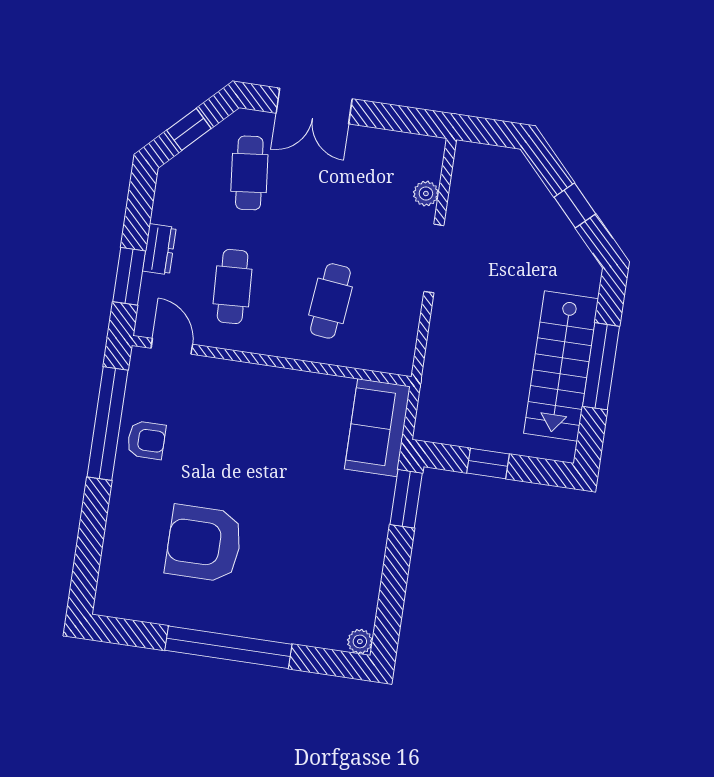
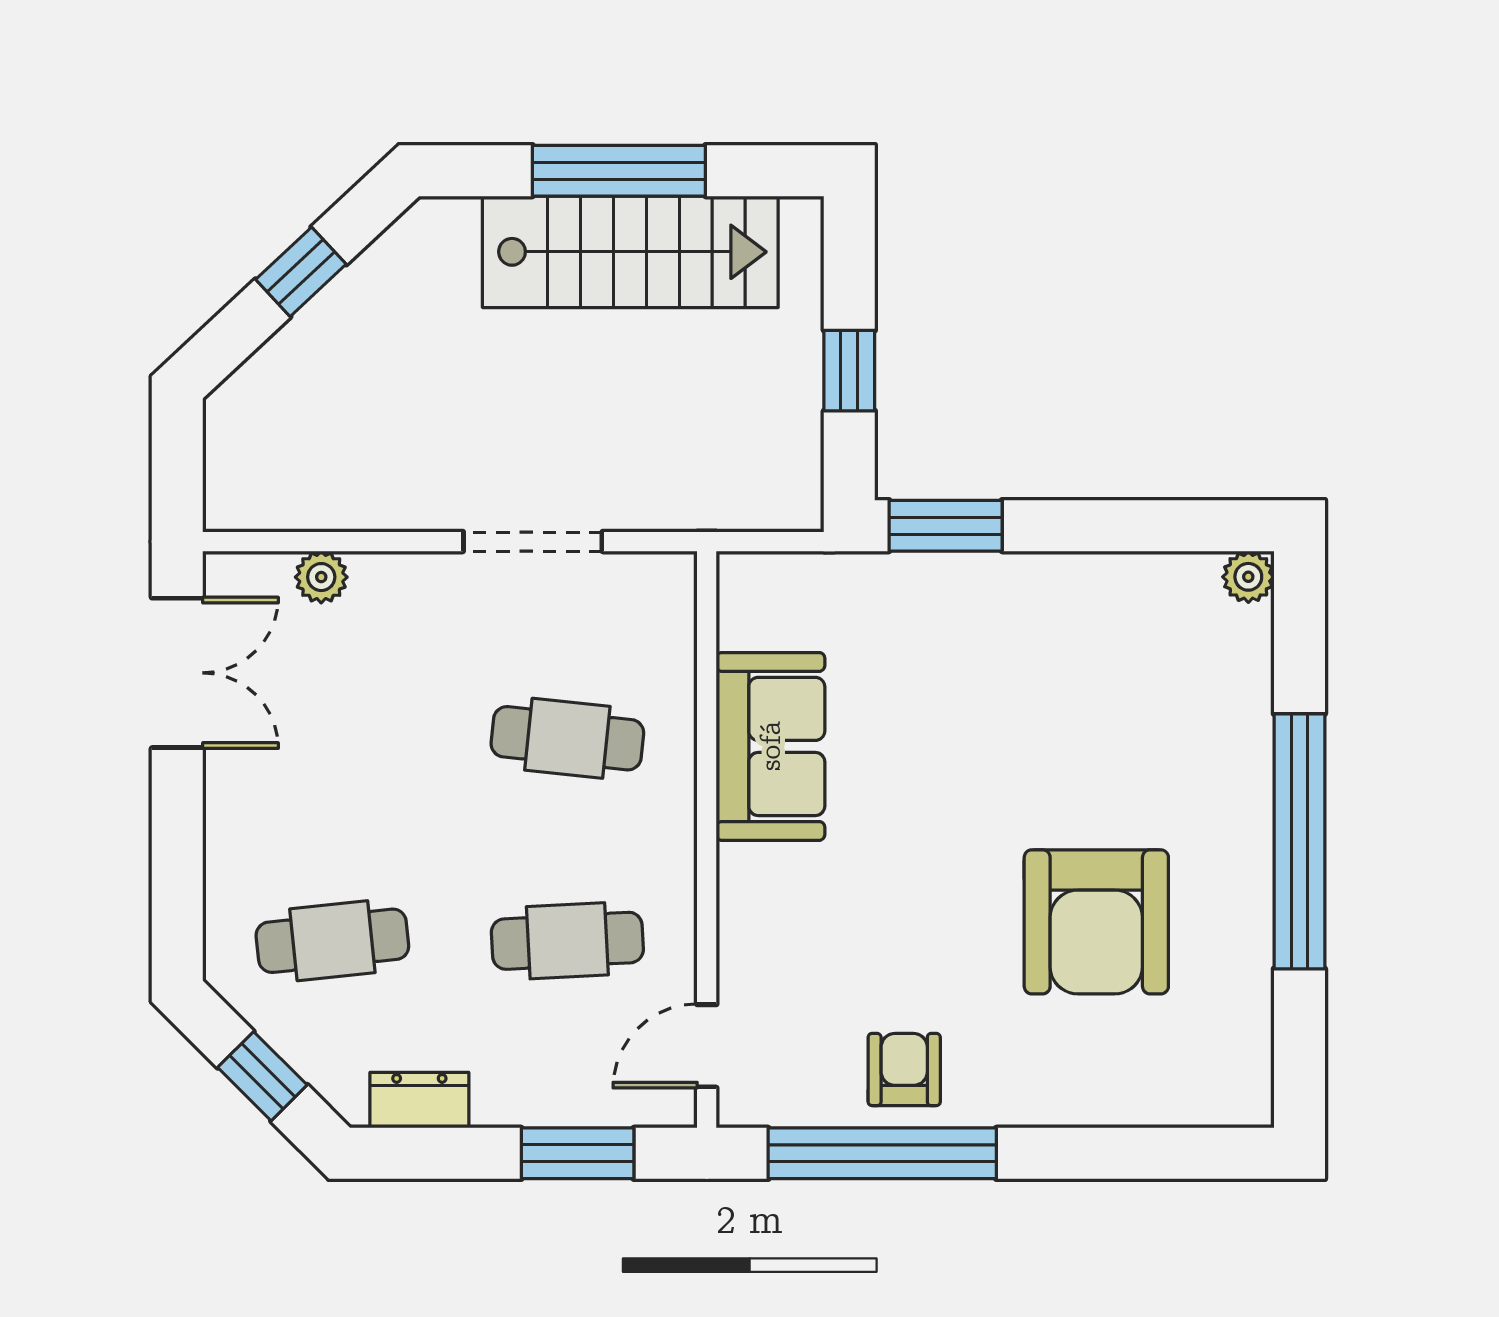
double door: (314, 106) -> (177, 673), moved
dresser: (159, 249) -> (419, 1100), moved
doorway: (434, 258) -> (533, 542), moved
sofa: (377, 428) -> (770, 746), moved, turned -90

